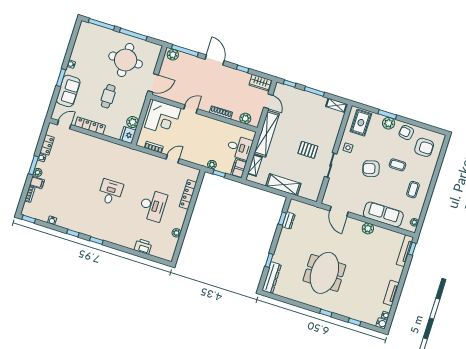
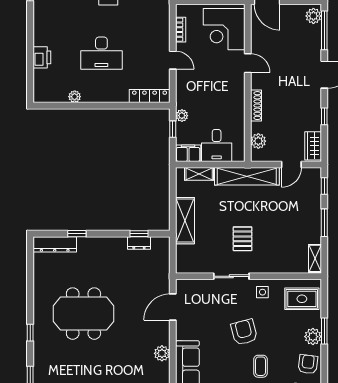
locker: (188, 194) -> (150, 96), moved

